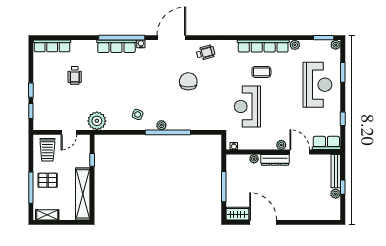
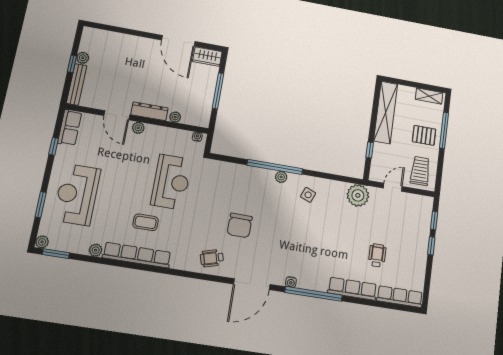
row of seats: (116, 46) -> (352, 289), moved
row of seats: (326, 143) -> (70, 128), moved, turned -90

